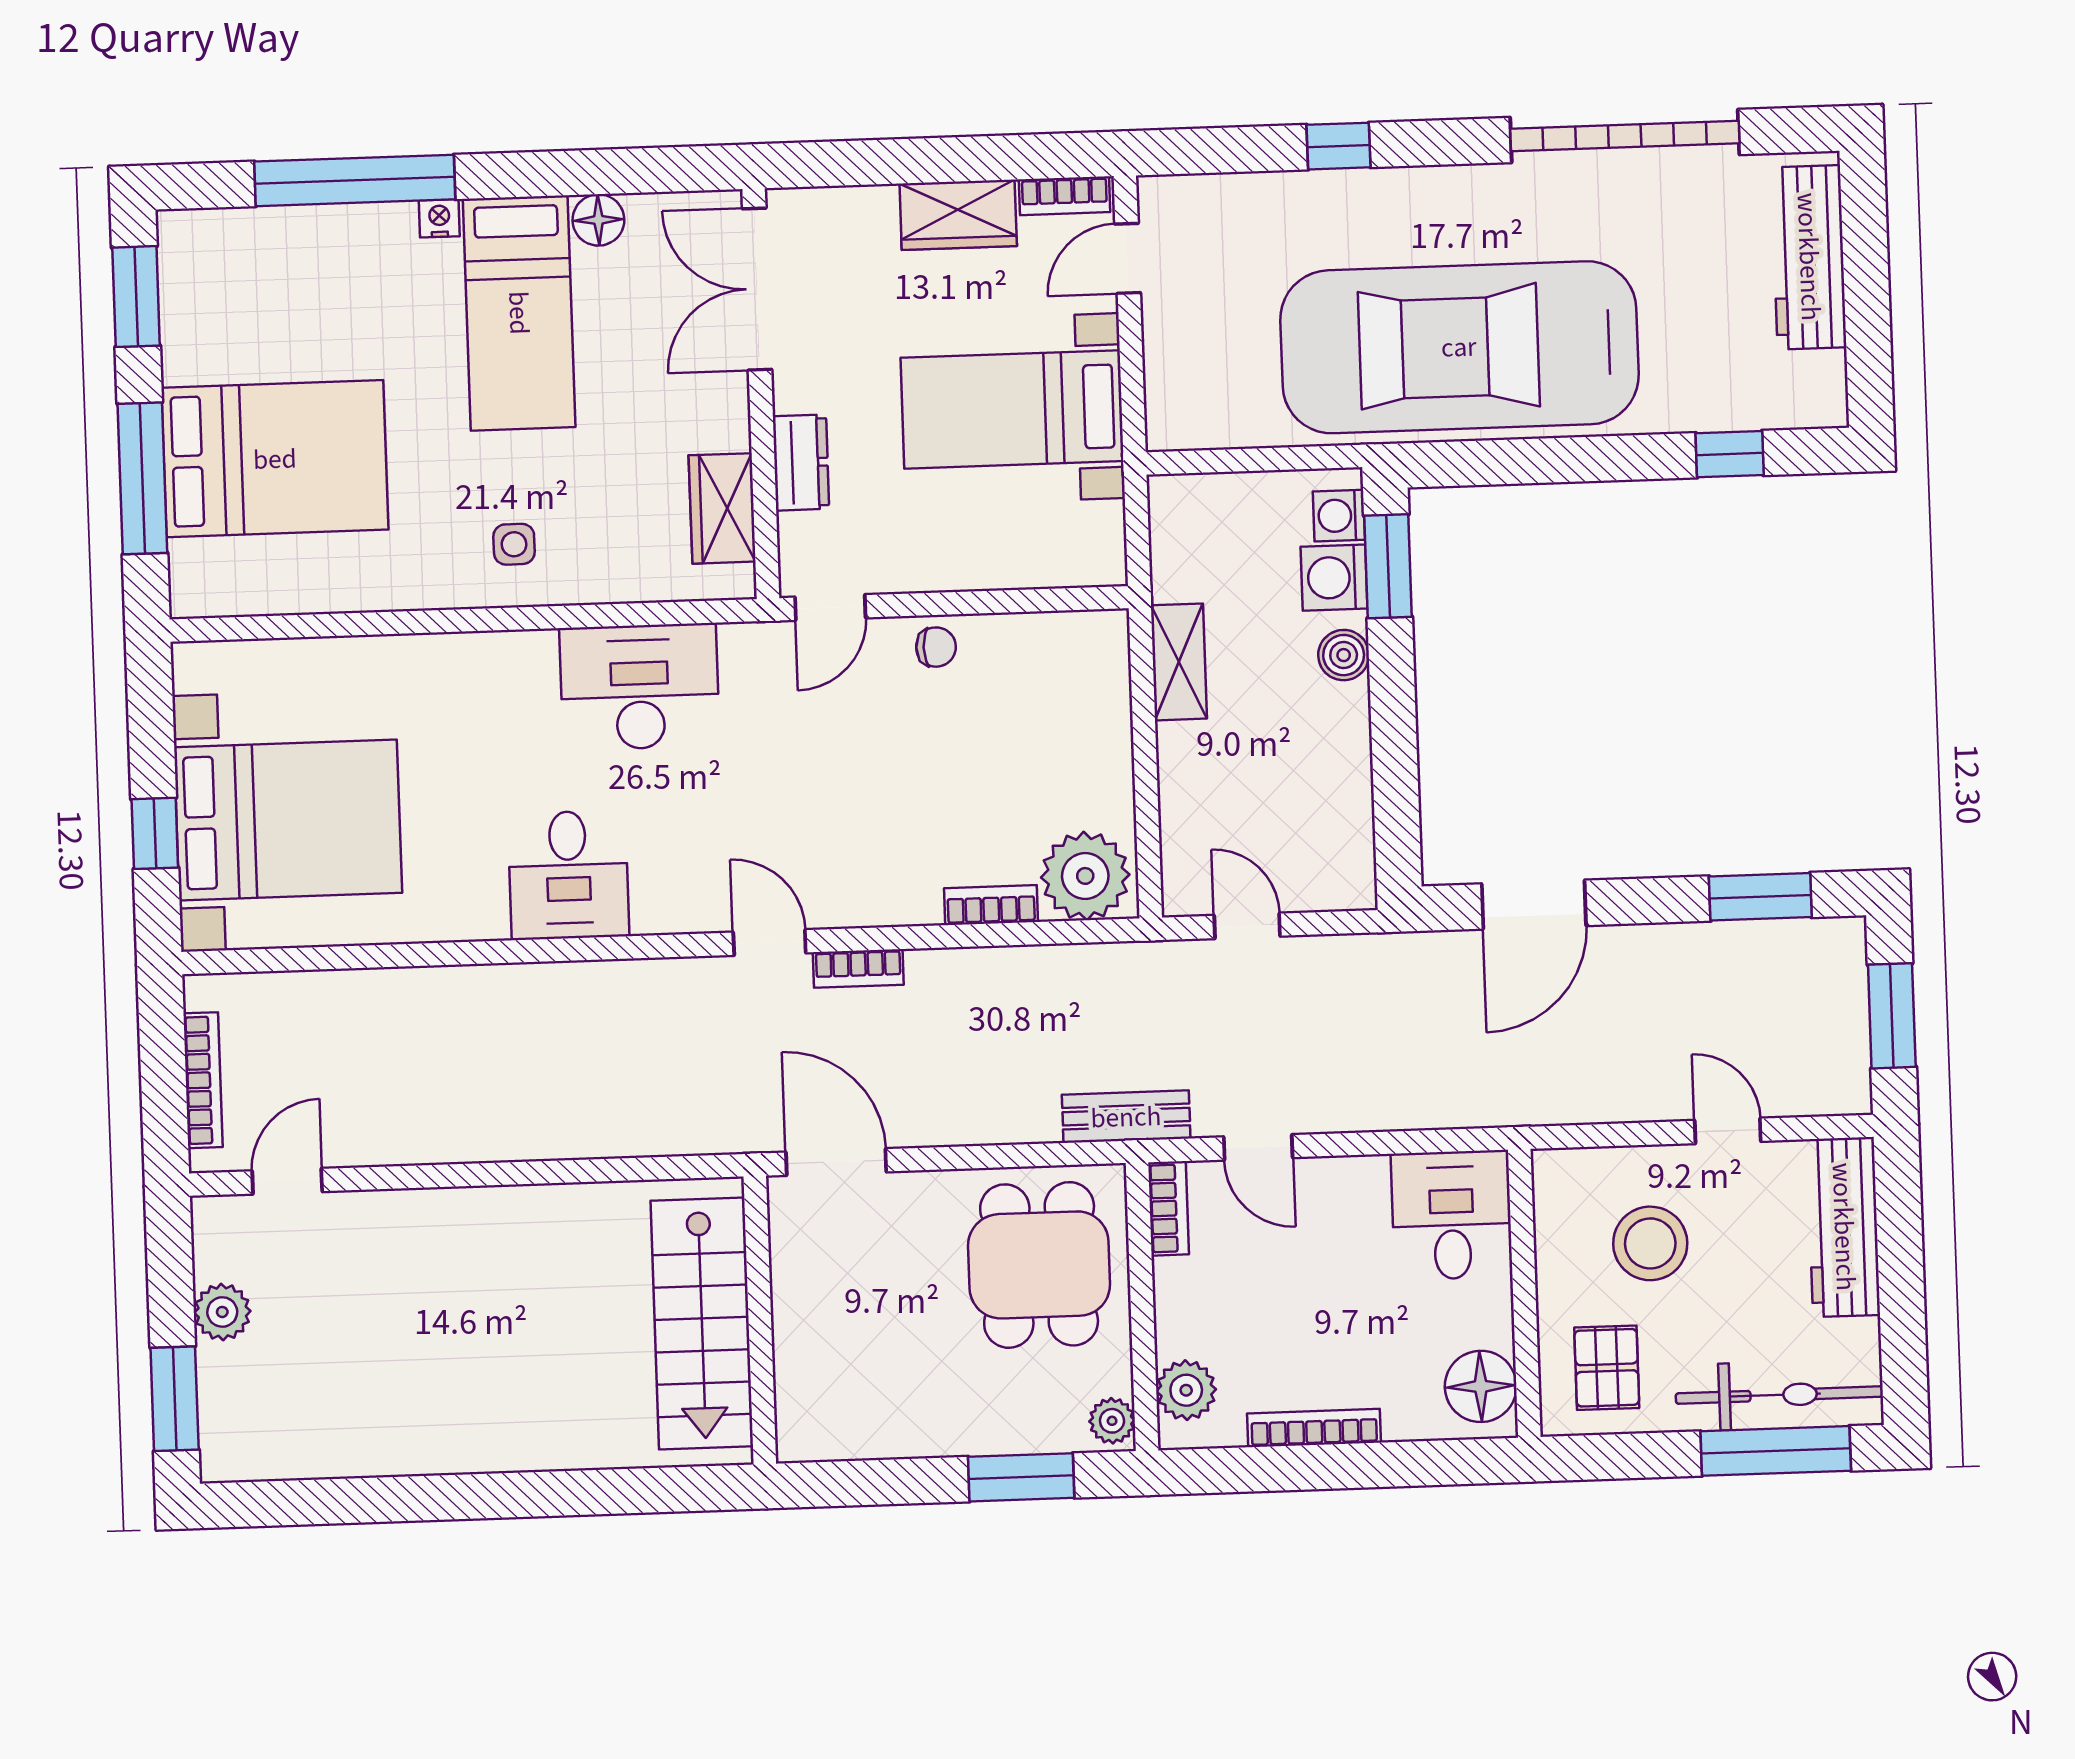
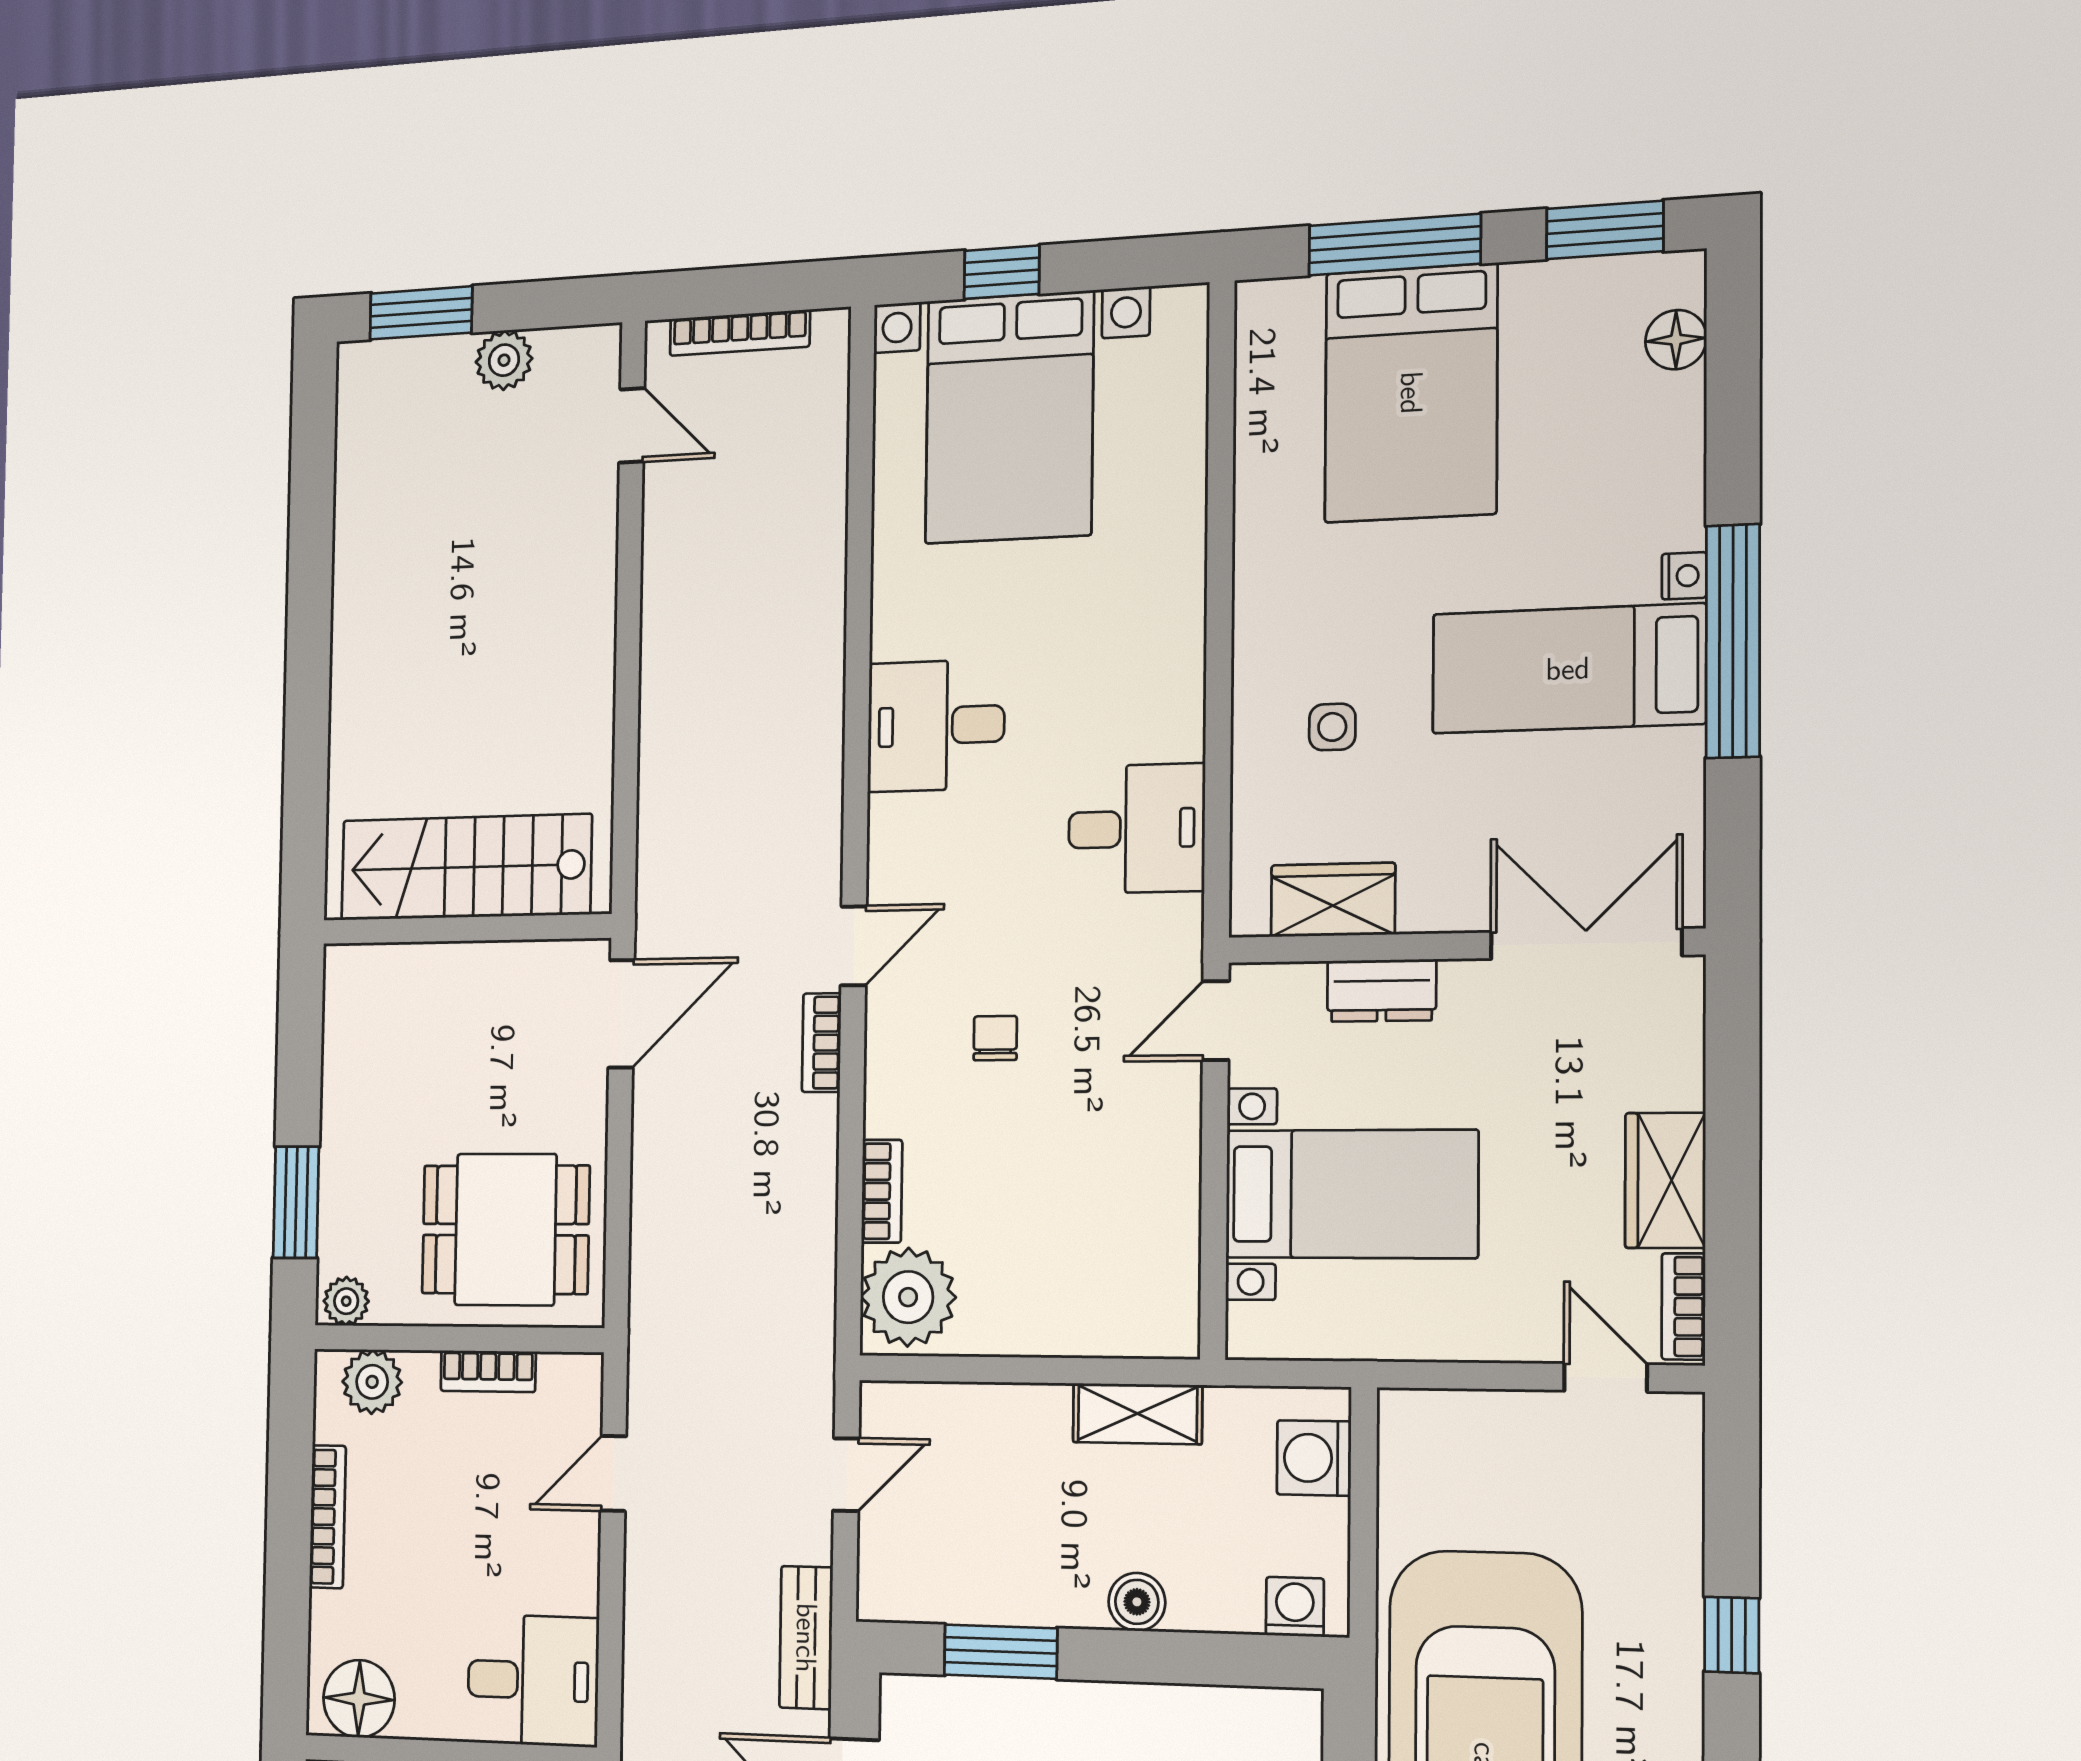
window: (355, 180) -> (1733, 641), moved
floor lamp: (598, 220) -> (1676, 340), moved
bed with nightstands: (1012, 409) -> (1351, 1194), moved, turned 90
side table: (514, 544) -> (1332, 727), moved
window: (1388, 566) -> (1001, 1652), moved
washing machine: (1334, 578) -> (1314, 1458), moved, turned -90
door: (830, 608) -> (1216, 1021), hinge flipped
chair: (936, 647) -> (995, 1038), moved, turned 180
desk: (640, 687) -> (1137, 829), width x0.73
bench: (1126, 1117) -> (806, 1638), moved
bookcase: (1168, 1208) -> (488, 1371), moved

